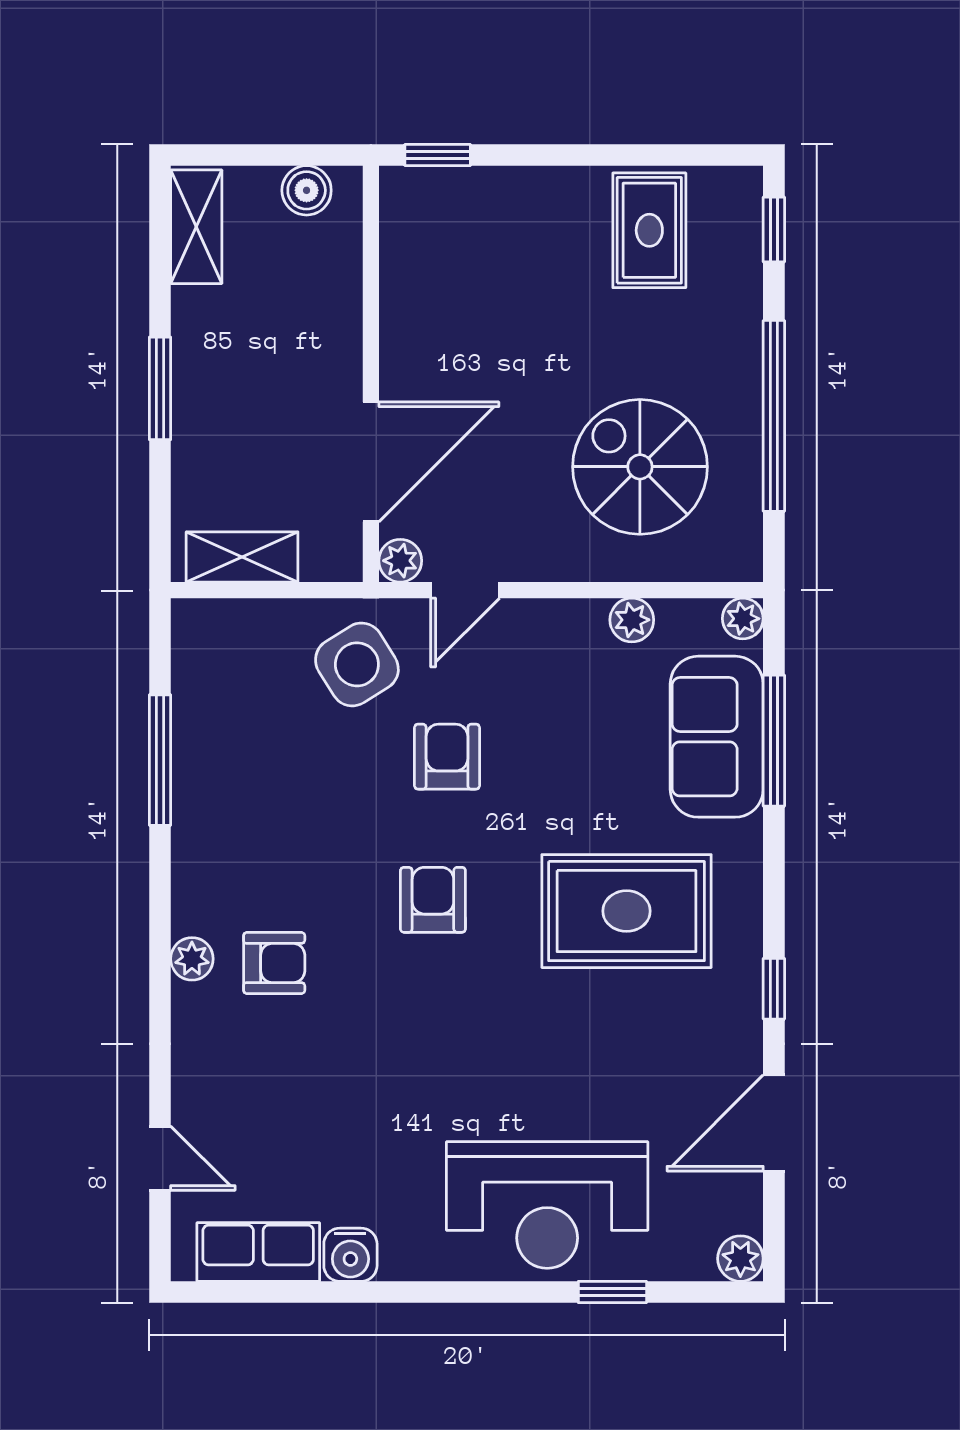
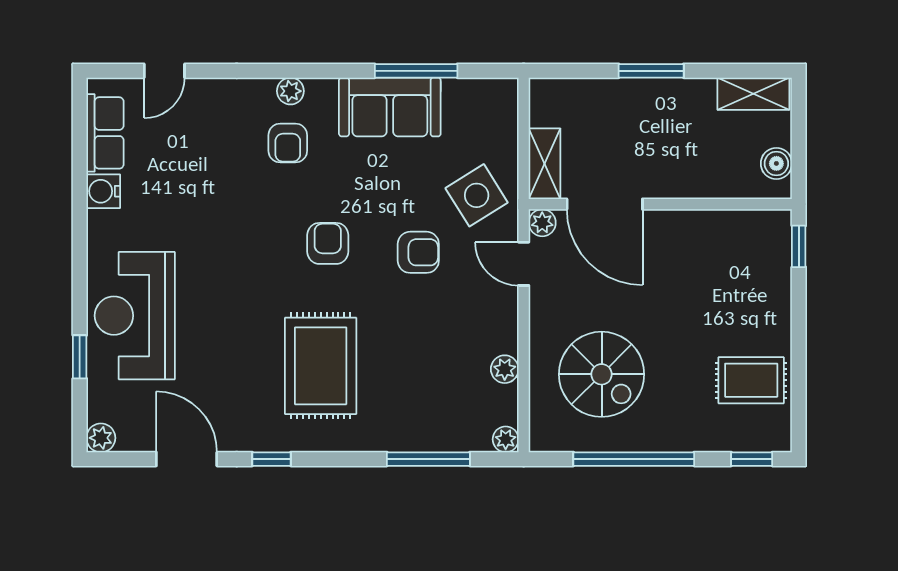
spiral stairs: (640, 467) -> (602, 374), turned 90
shelving: (242, 557) -> (545, 164), moved
sofa: (717, 737) -> (390, 107), moved, turned 180
armchair: (433, 900) -> (328, 243), turned -90

